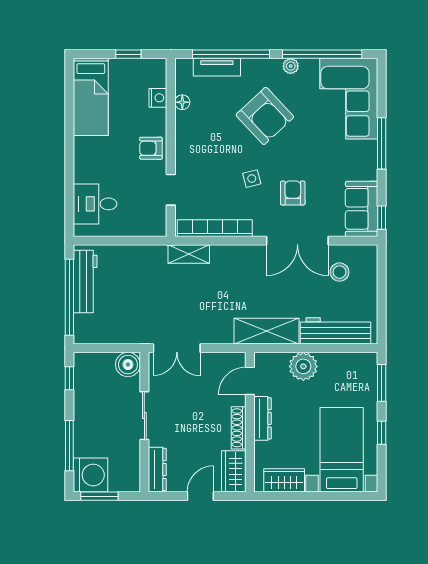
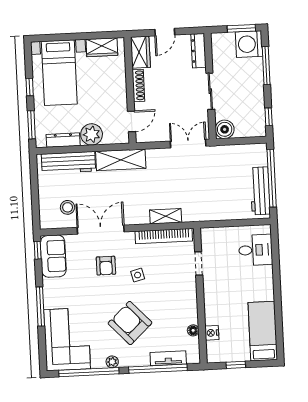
armchair: (151, 148) -> (215, 294), removed
shelving: (189, 254) -> (166, 216), moved
dresser: (262, 418) -> (63, 140), moved, turned 90

